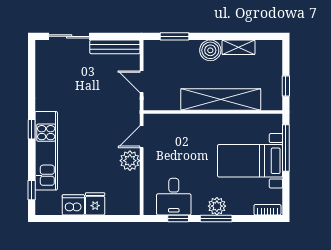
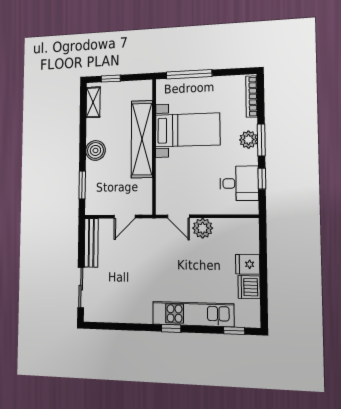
shelving: (239, 47) -> (93, 102), moved
window: (286, 86) -> (111, 79), moved
bed with nightstands: (250, 161) -> (187, 130), moved, turned -90
bookcase: (267, 210) -> (252, 97), width x1.56

